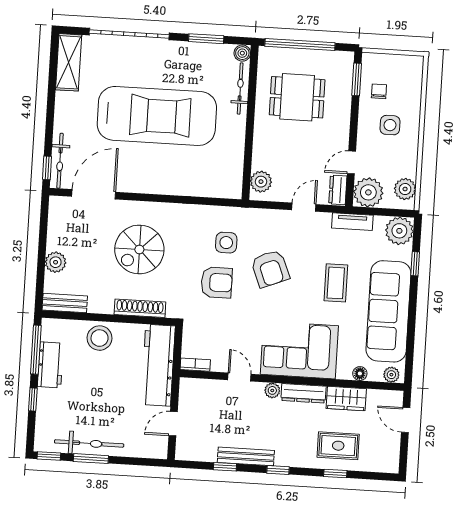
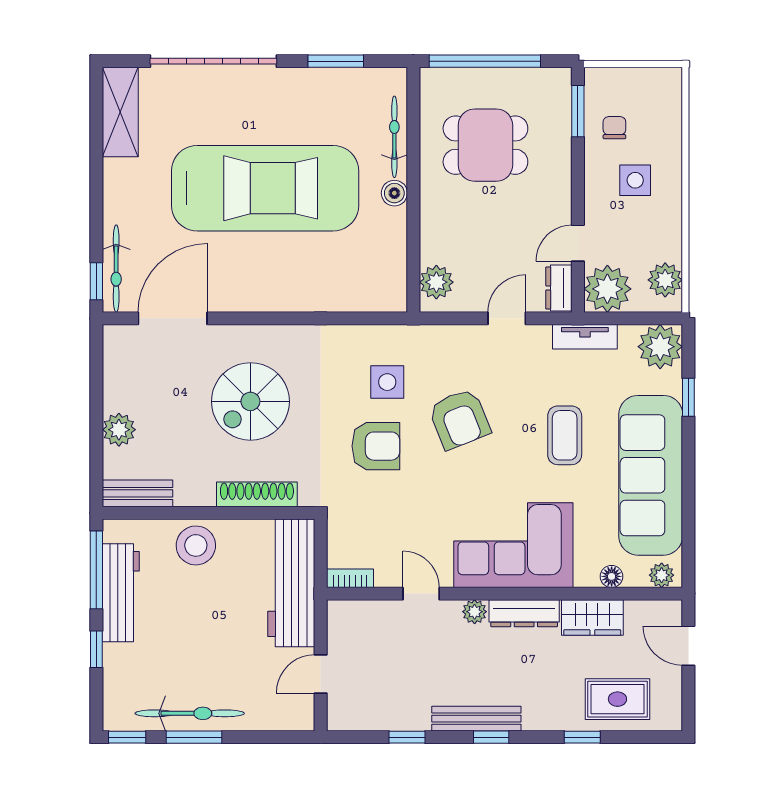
boiler: (242, 53) -> (394, 193), moved
workbench: (50, 365) -> (121, 593), width x1.37
rug: (338, 446) -> (617, 699), moved
bench: (246, 456) -> (476, 719), moved

